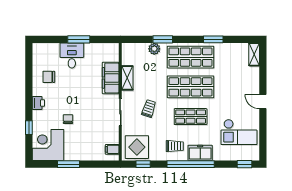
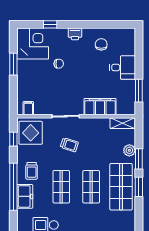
window: (79, 39) -> (139, 91), moved
window: (213, 39) -> (139, 187), moved
shelving: (127, 78) -> (123, 123), moved
shop shelf: (191, 87) -> (91, 187), width x0.70, depth x0.74

